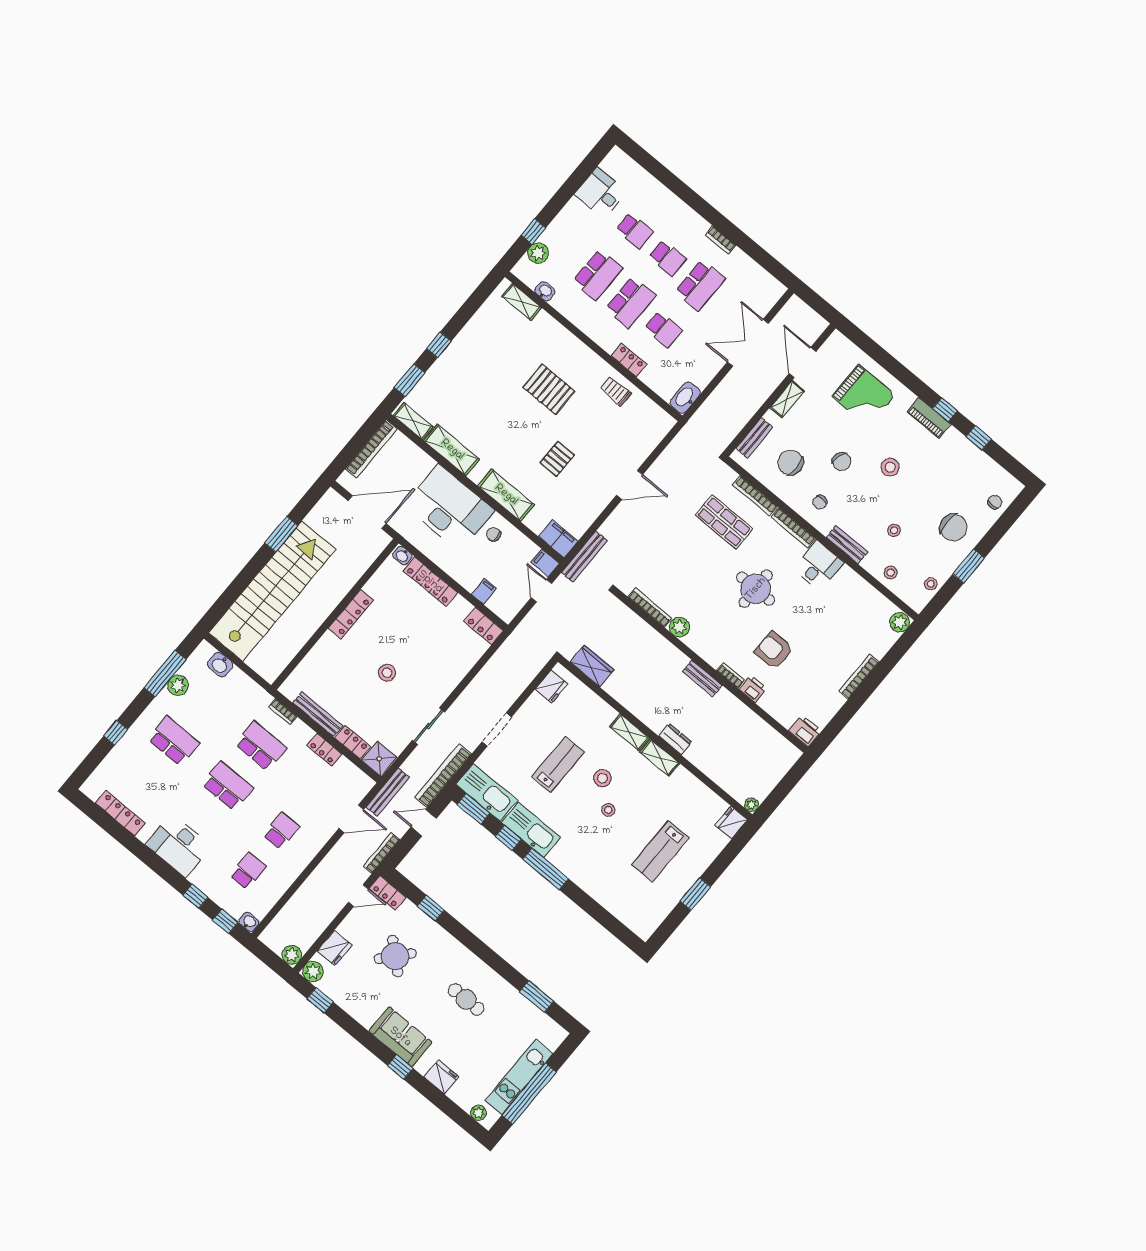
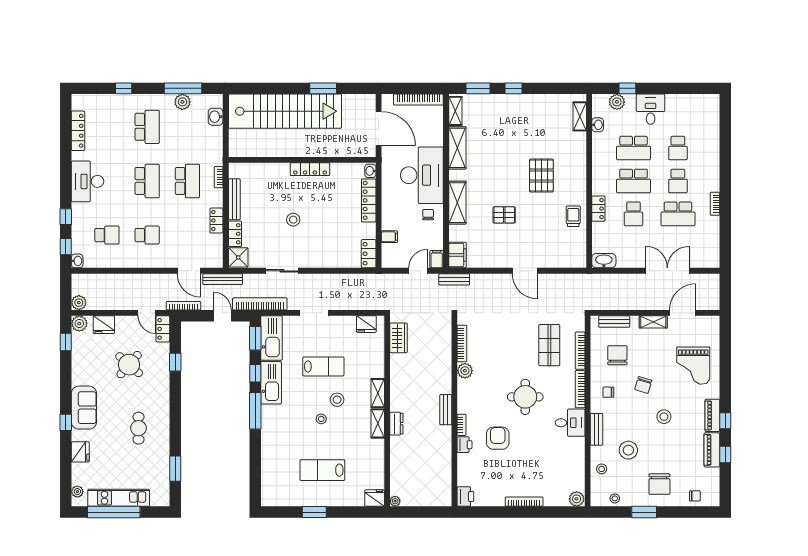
desk: (600, 193) -> (651, 109), moved
piano: (963, 447) -> (712, 450), added
stool: (894, 530) -> (628, 450), width x1.89, depth x1.89
bench: (584, 557) -> (454, 279), width x0.73

